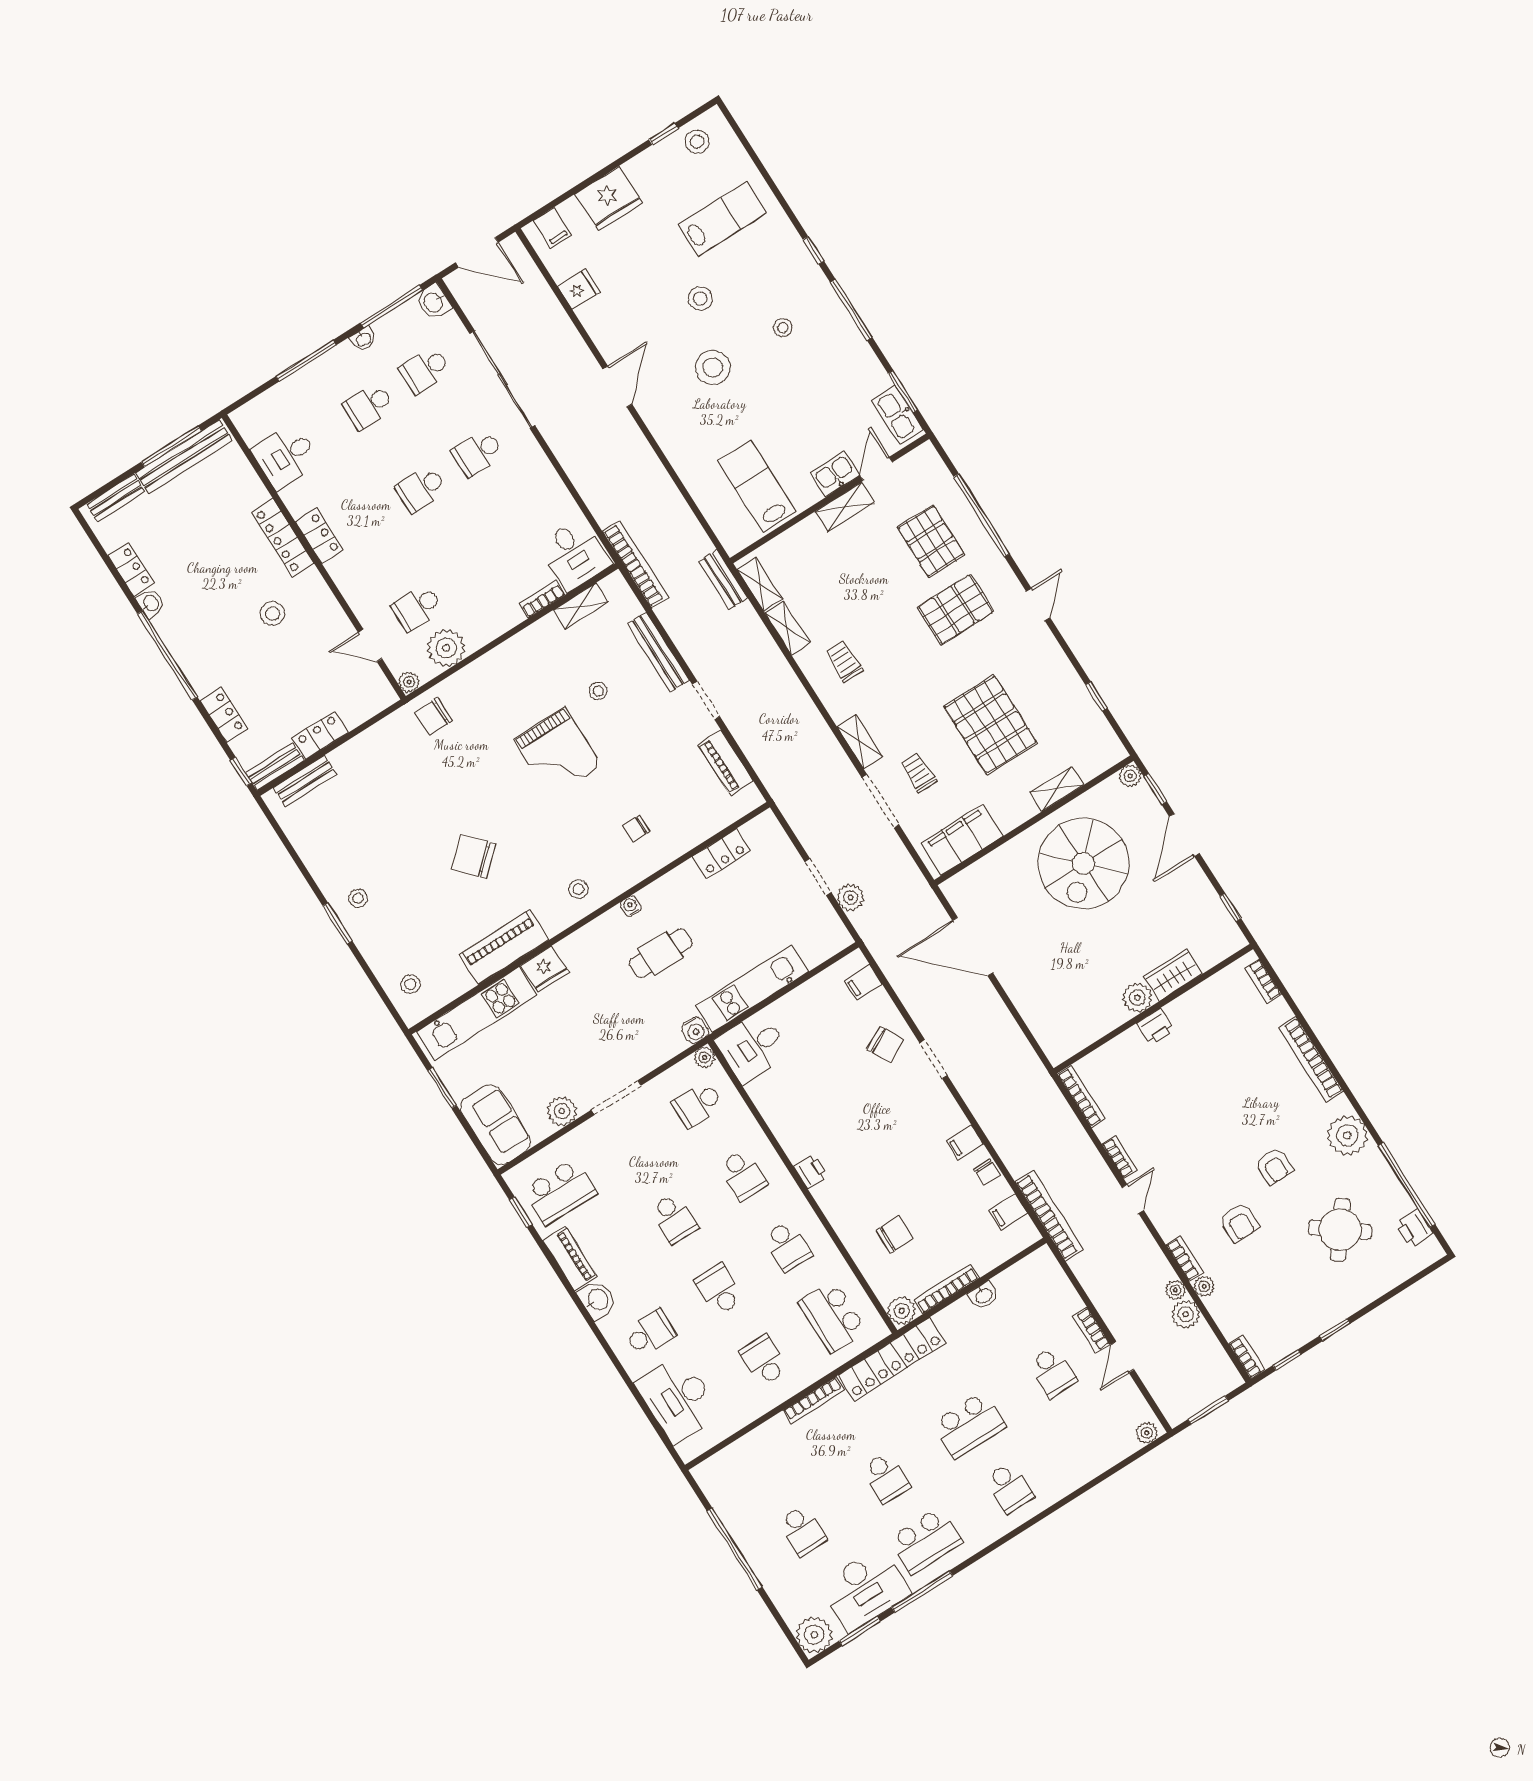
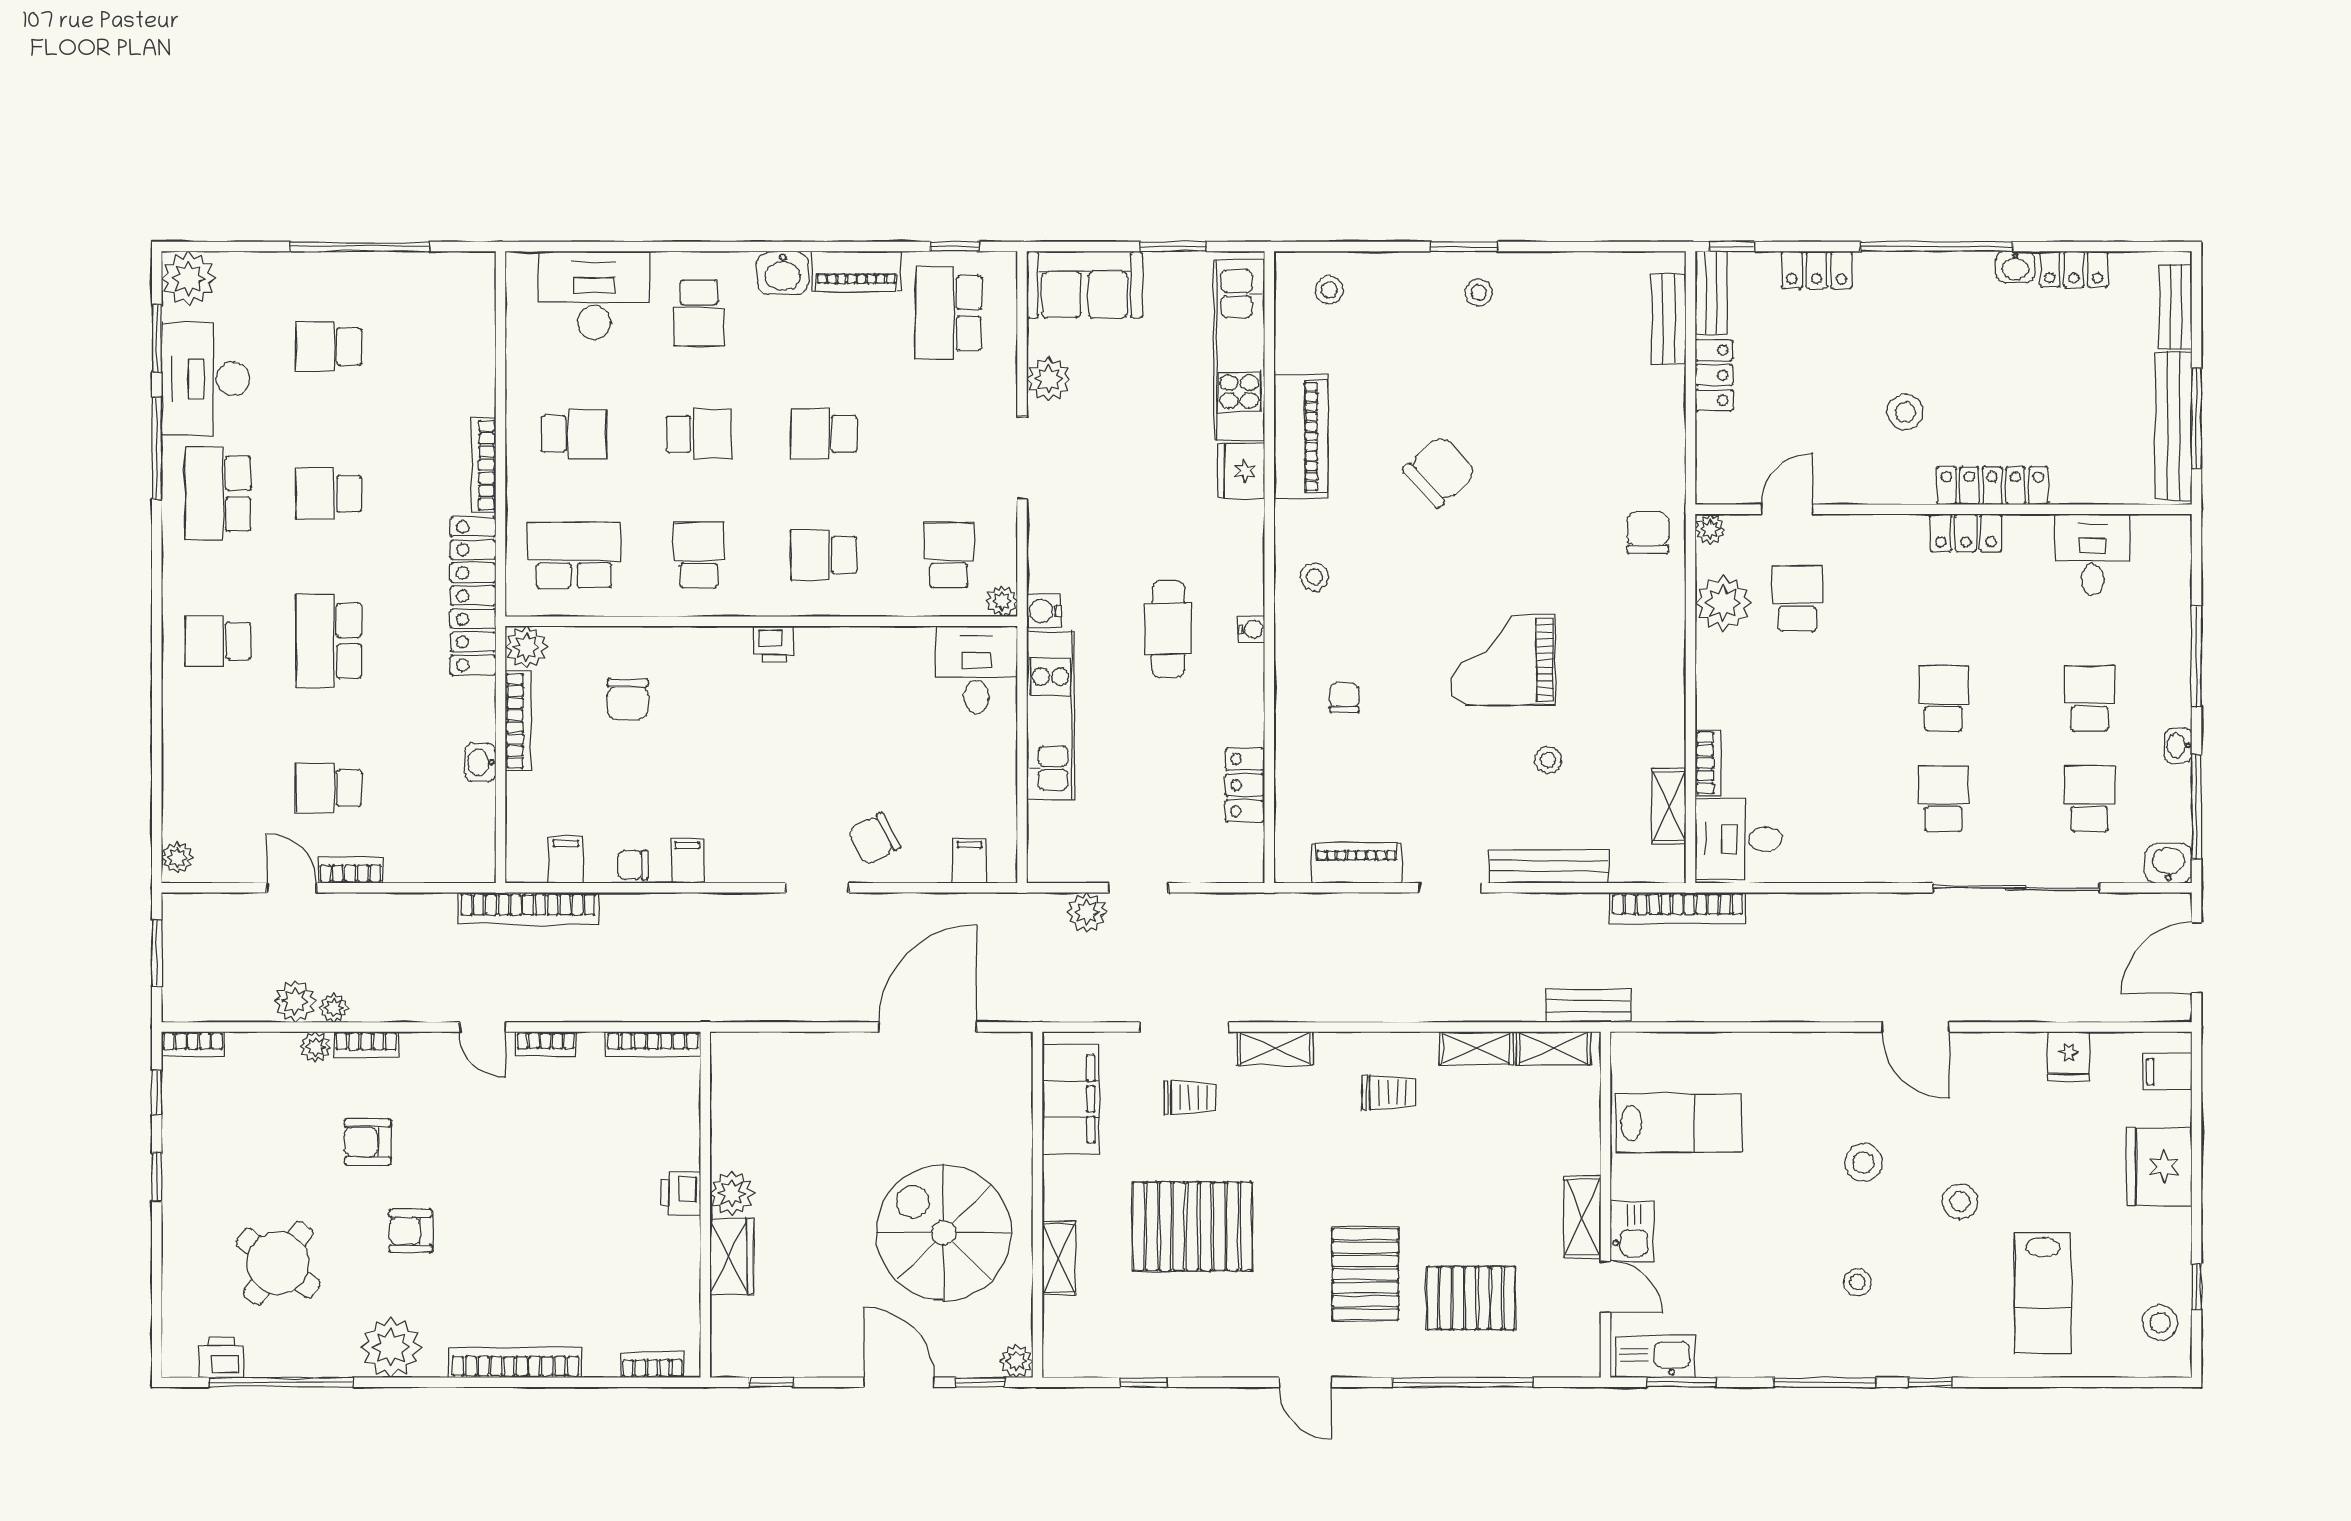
stool: (713, 367) -> (1864, 1162), width x0.73, depth x0.73
school desk: (788, 1246) -> (699, 555), turned 90

